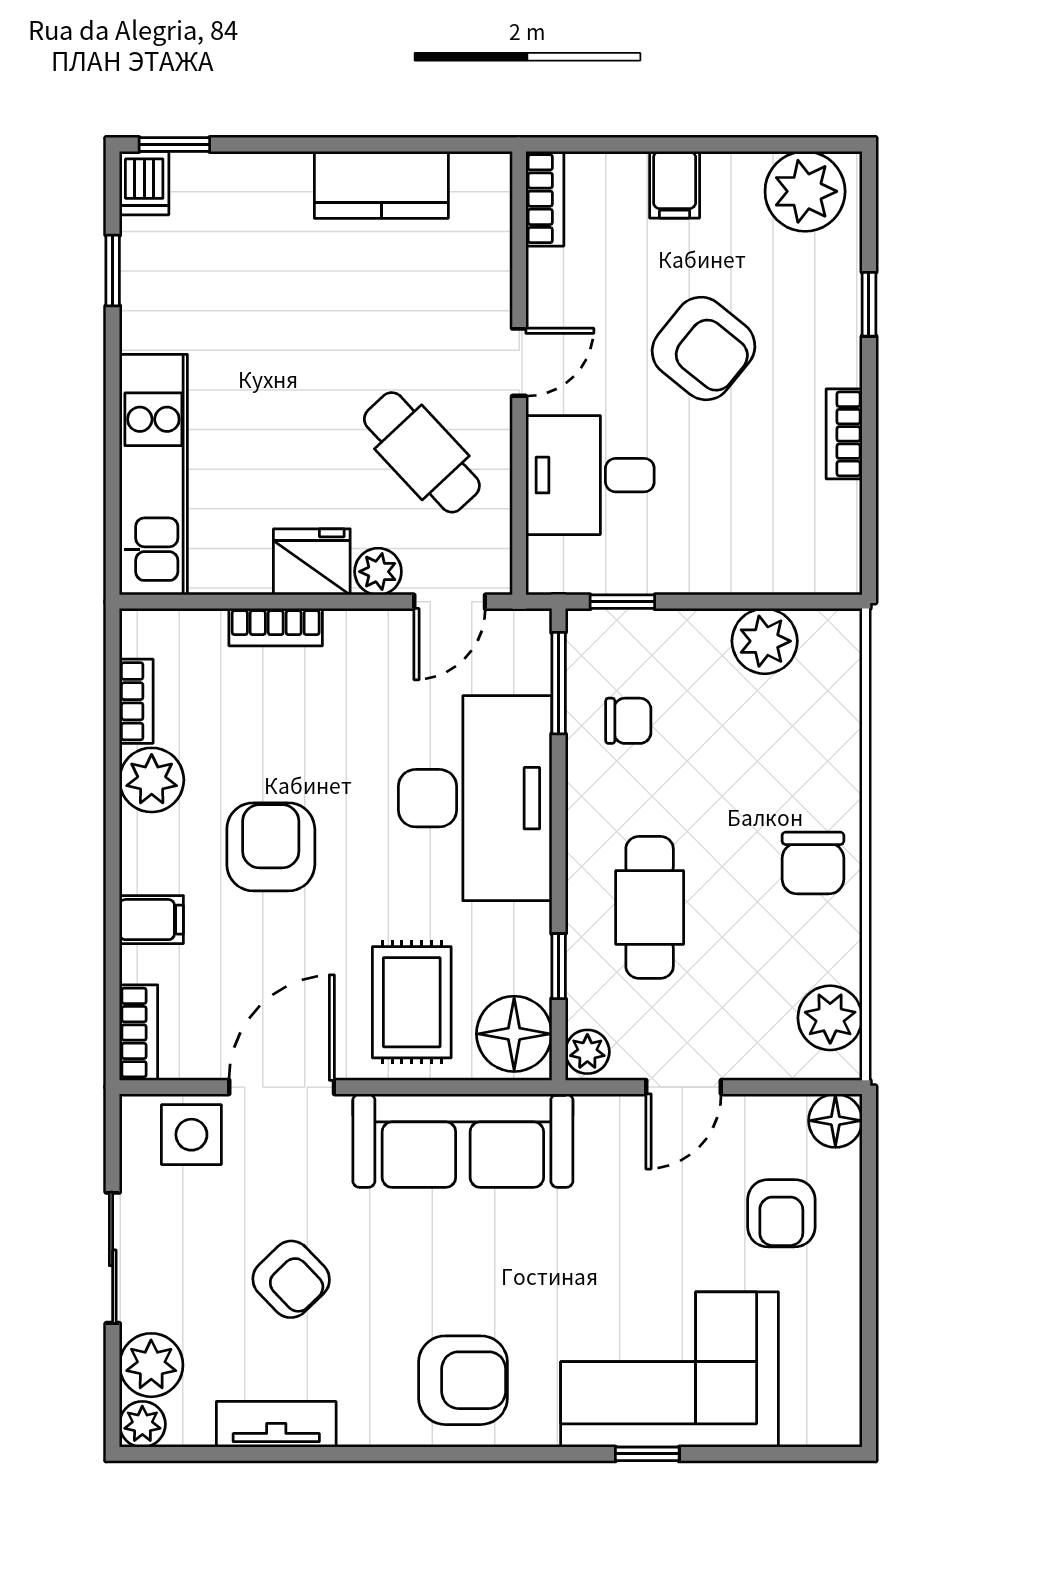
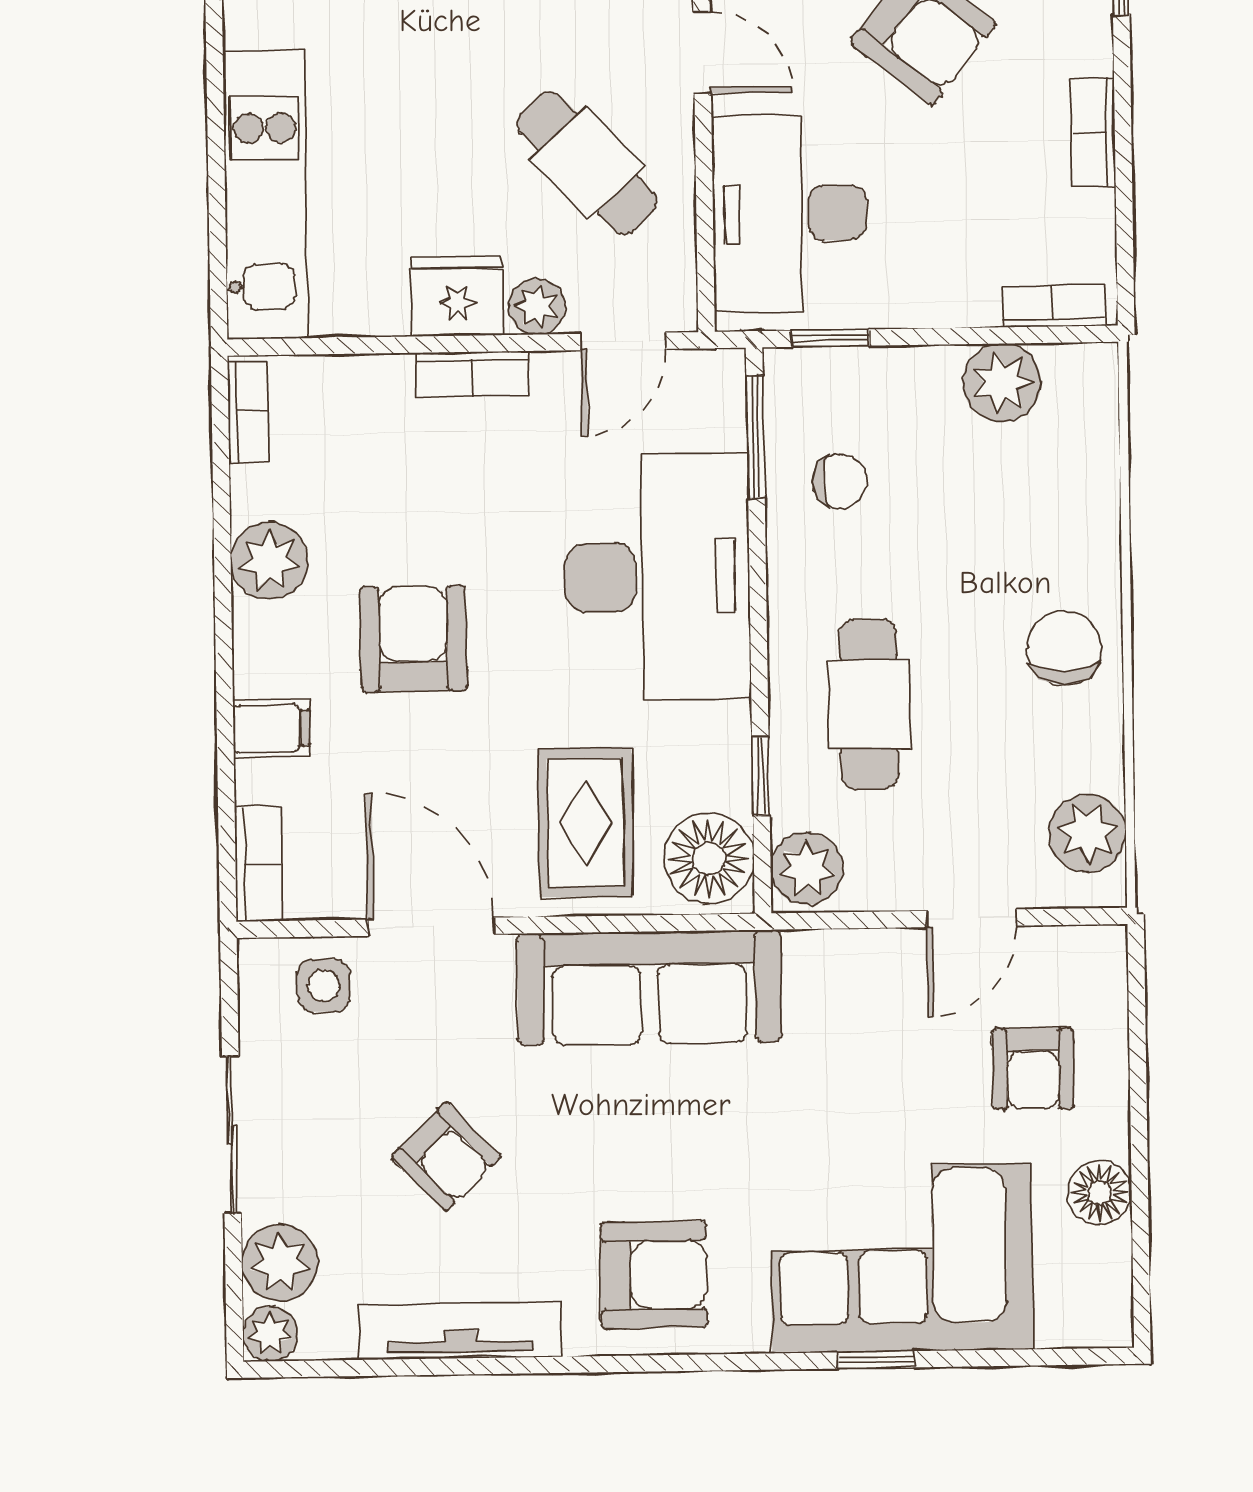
door: (519, 362) -> (702, 53), hinge flipped
desk: (590, 475) -> (790, 213), width x1.37
bookcase: (808, 578) -> (1053, 306), added
bookcase: (276, 627) -> (472, 374), moved
bookcase: (136, 701) -> (248, 412), moved
chair: (813, 863) -> (1064, 648), turned 180
plant: (587, 1052) -> (807, 869), width x1.38, depth x1.38
door: (282, 1087) -> (431, 927), hinge flipped
door: (684, 1087) -> (972, 918), moved
floor lamp: (835, 1121) -> (1100, 1193), moved
side table: (191, 1135) -> (324, 986), width x0.73, depth x0.73
tv unit: (276, 1424) -> (460, 1331), width x1.41

